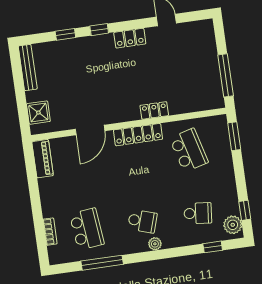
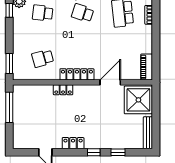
shower: (38, 113) -> (138, 100), width x1.86, depth x1.86
school desk: (189, 150) -> (43, 58), width x0.54

